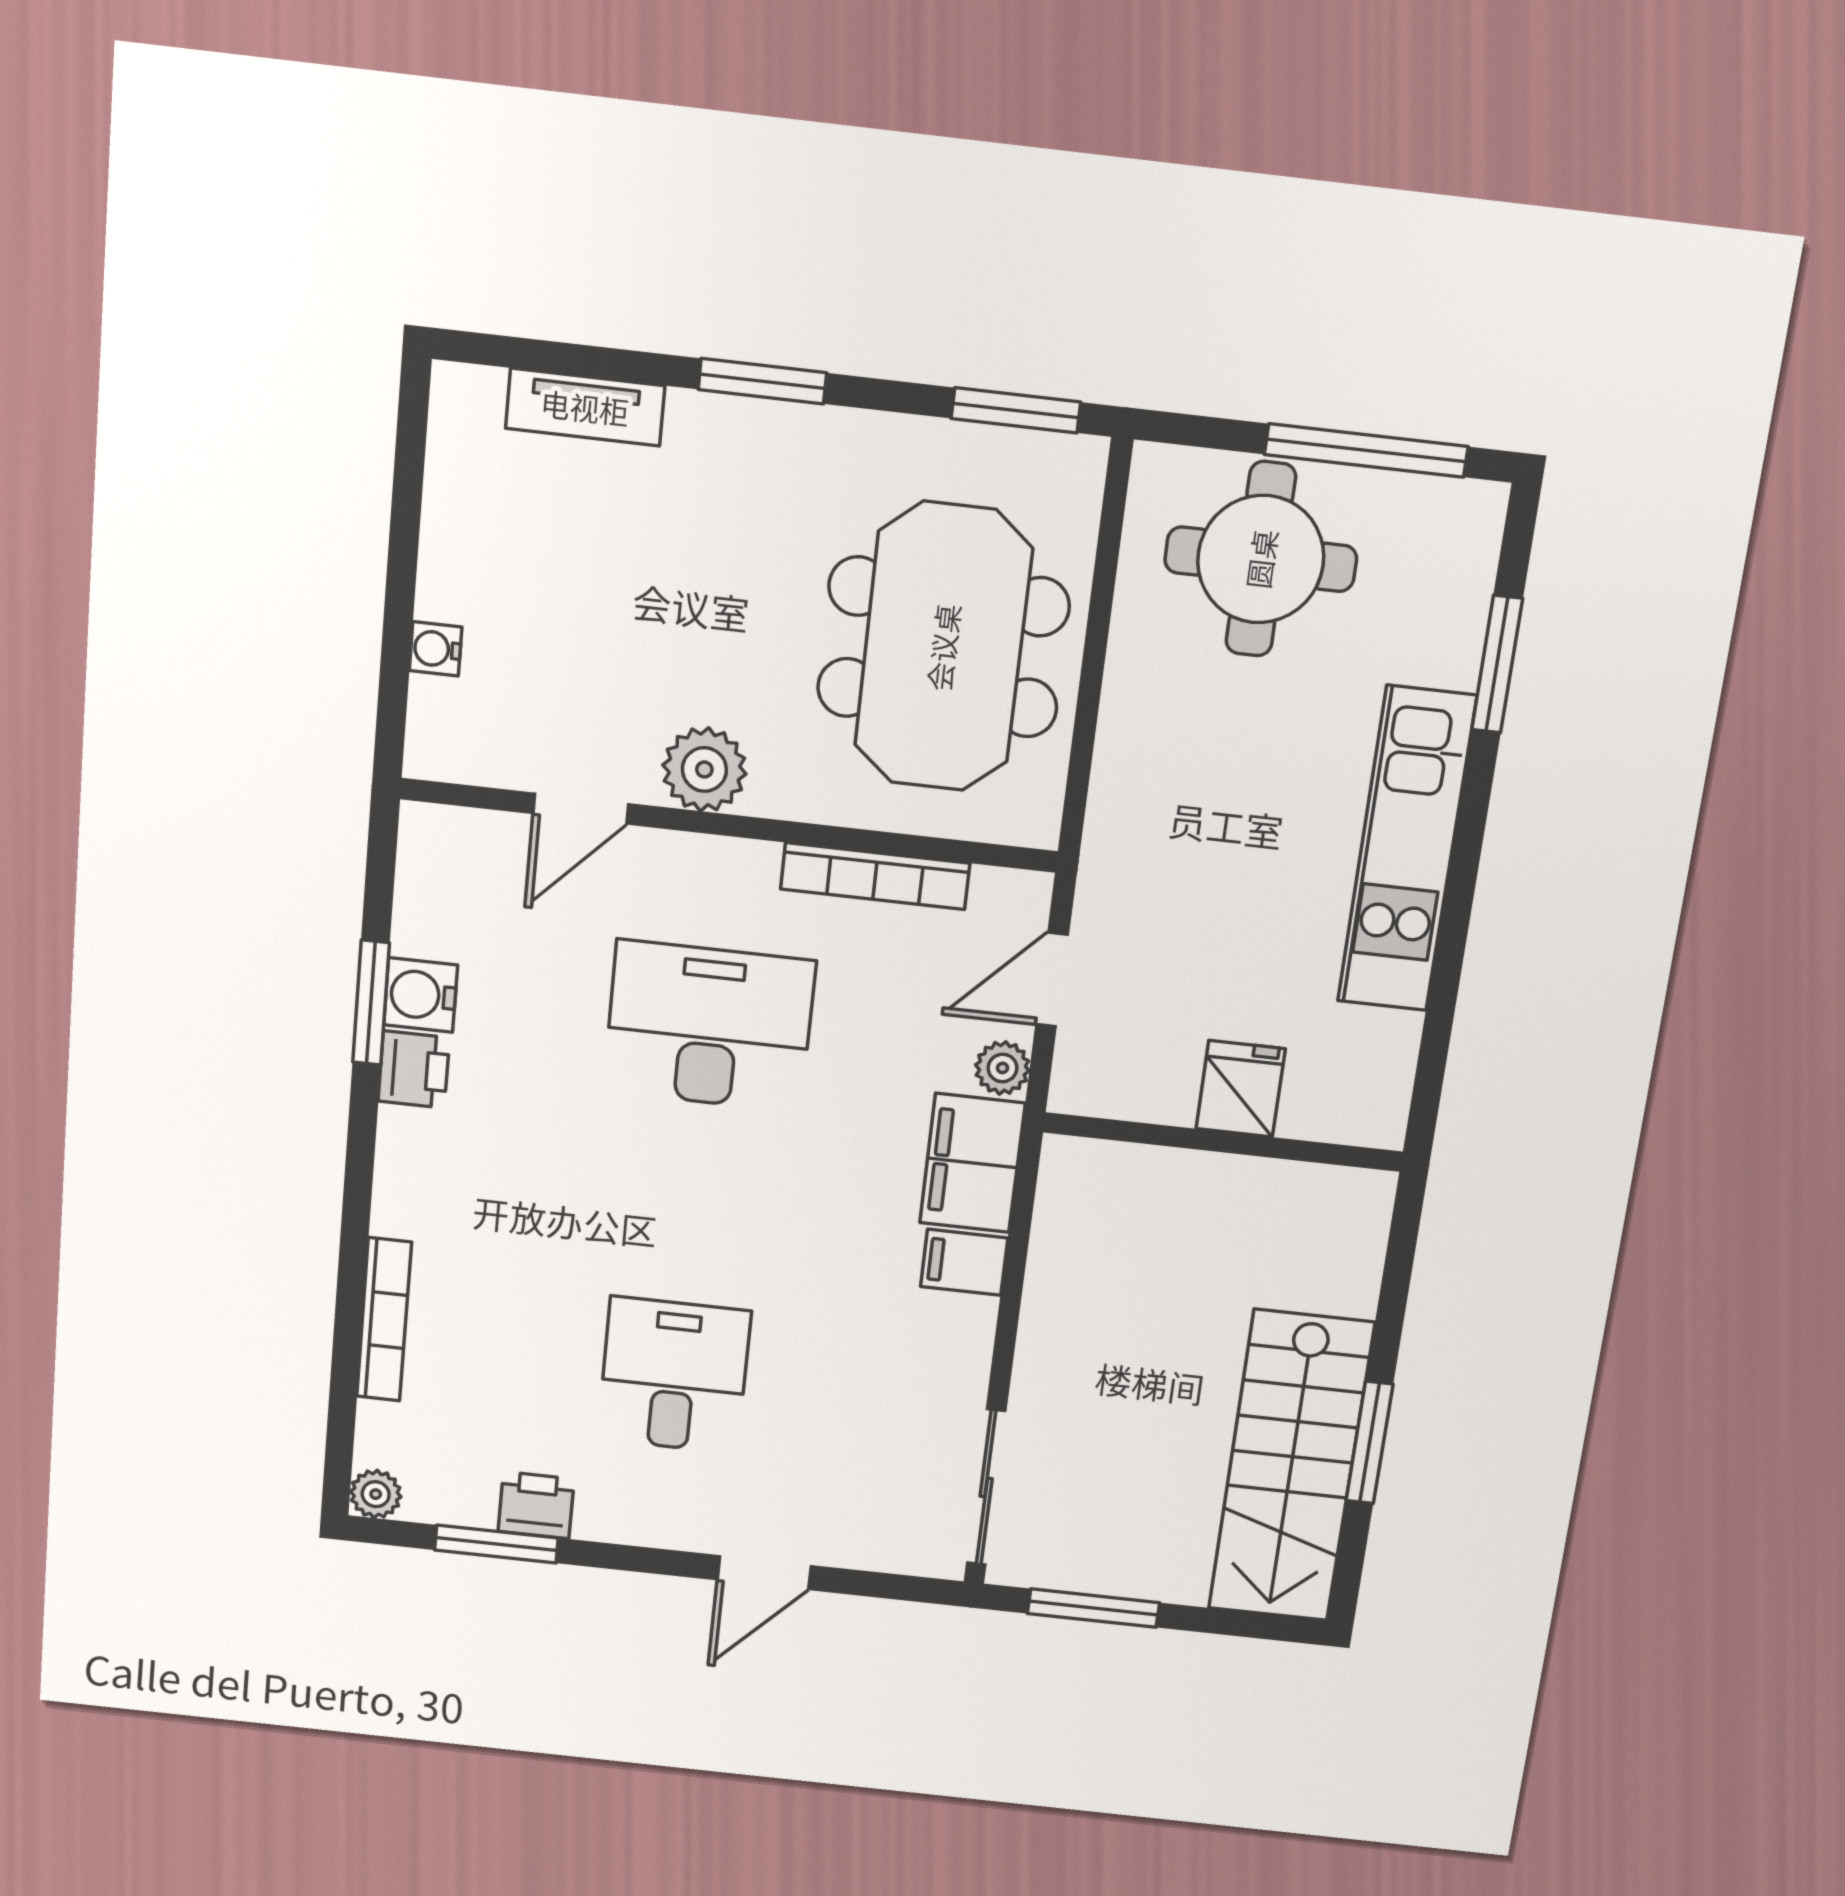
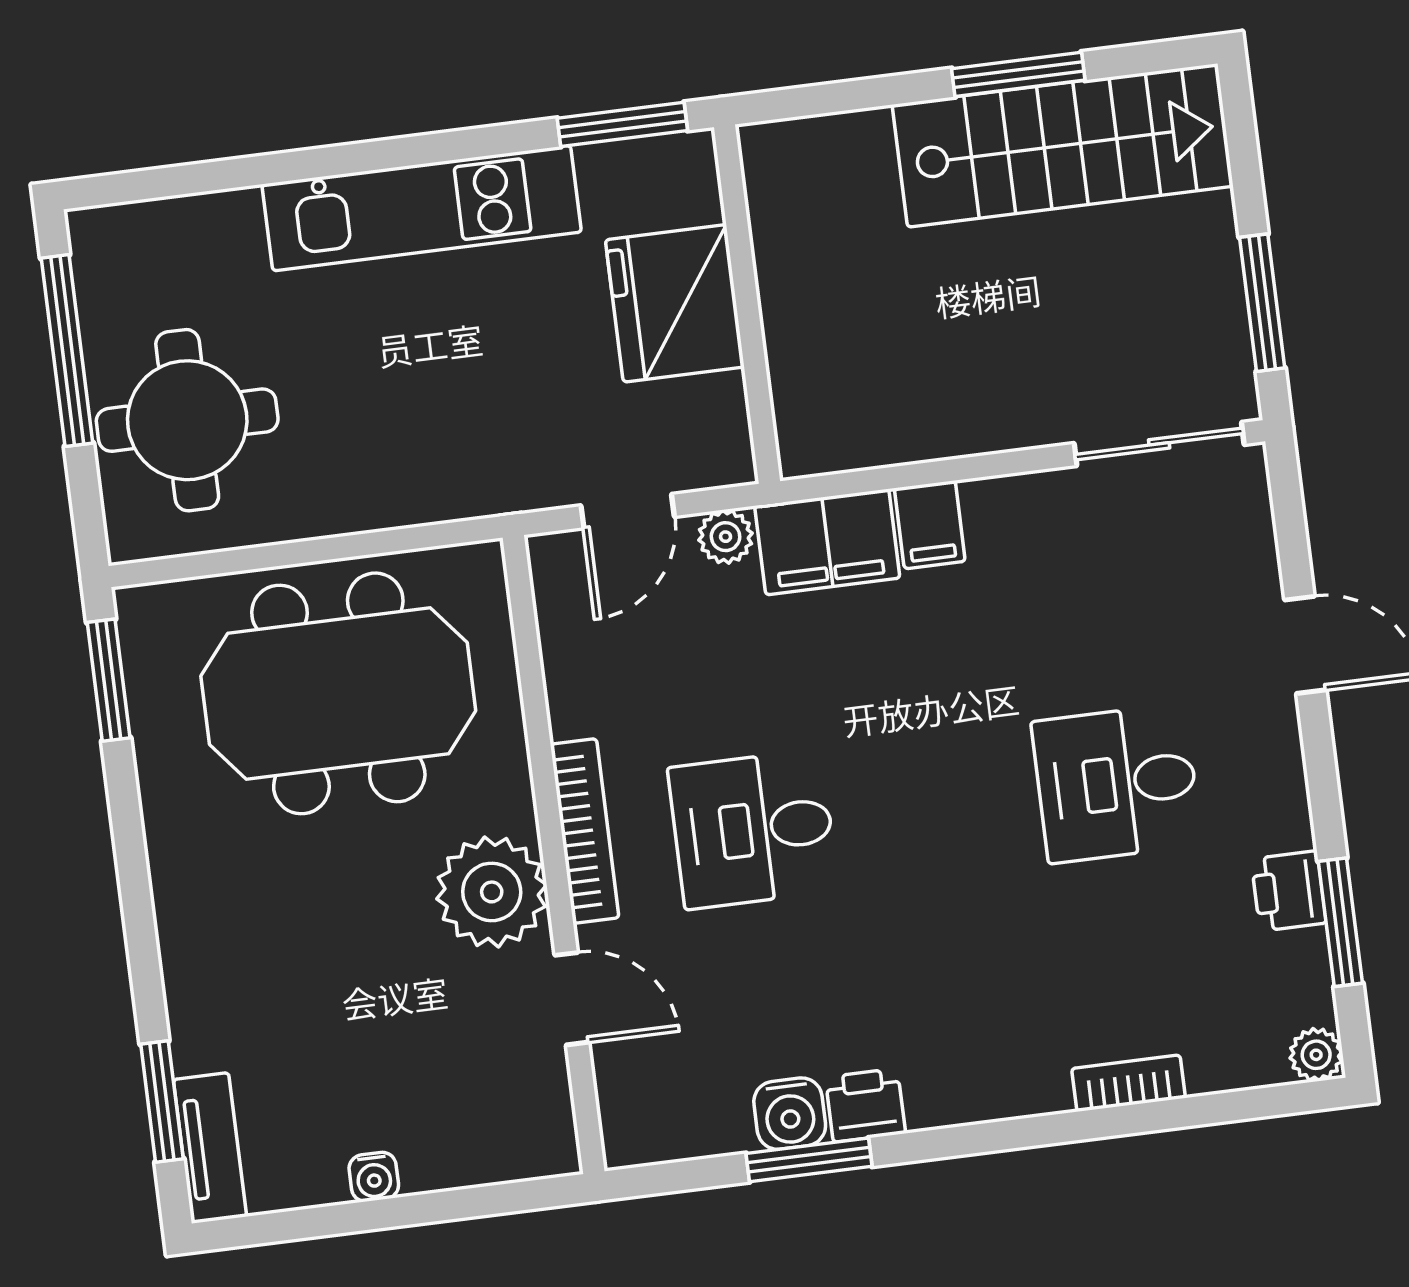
window: (762, 381) -> (162, 1101), moved
tv unit: (585, 407) -> (210, 1148), moved
water cooler: (436, 649) -> (374, 1177), moved
window: (1497, 664) -> (622, 124), moved
plant: (704, 769) -> (492, 892), width x1.36, depth x1.36
bookcase: (875, 876) -> (585, 831), moved
door: (1052, 980) -> (628, 511), hinge flipped
desk: (709, 1026) -> (753, 829), width x0.73
fridge: (1241, 1089) -> (675, 303), width x1.88, depth x1.34
bookcase: (384, 1320) -> (1129, 1083), width x0.64

